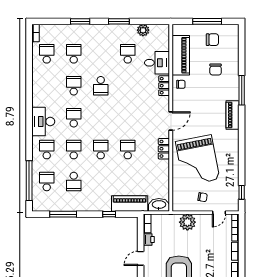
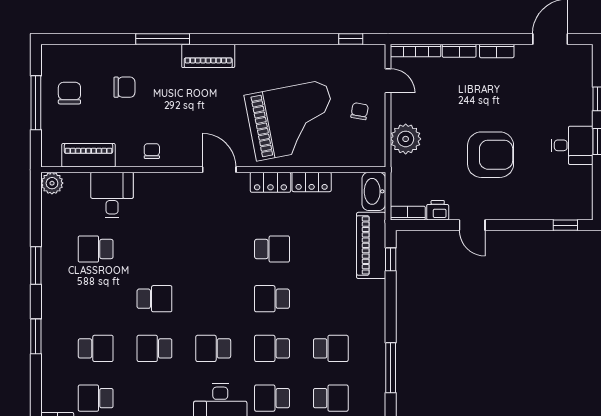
plant: (143, 30) -> (52, 183), moved
school desk: (74, 54) -> (96, 348), turned 180
piano: (181, 55) -> (88, 155), width x0.73, depth x0.75
locker: (164, 86) -> (312, 182), moved
school desk: (128, 150) -> (272, 249), turned 180
school desk: (47, 182) -> (331, 398), turned 180
window: (109, 214) -> (391, 259), moved

